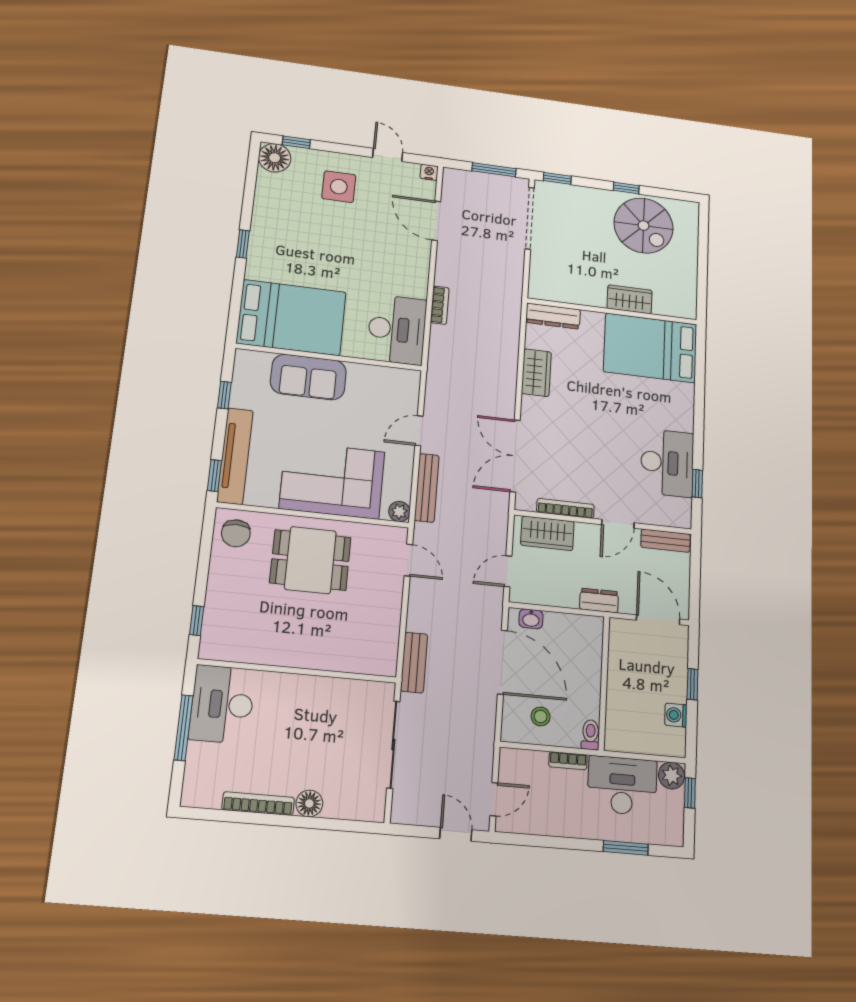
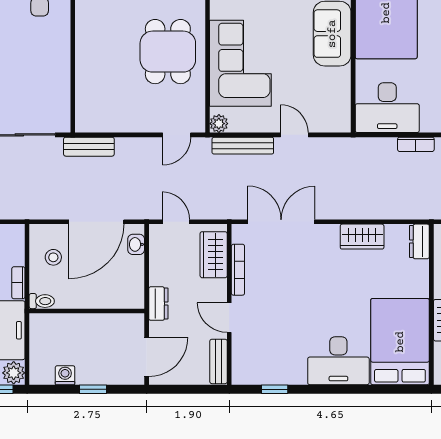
dresser: (553, 316) -> (419, 241), width x0.70
desk: (667, 463) -> (338, 361), moved

